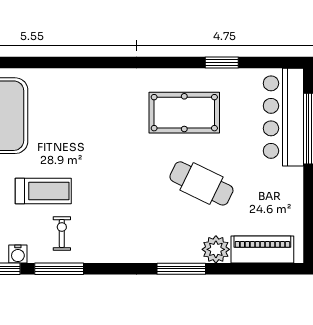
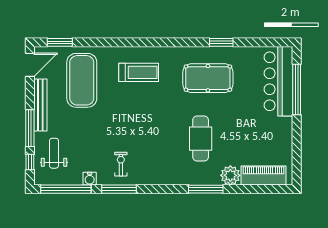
window: (222, 63) -> (221, 42), moved
cafe table: (201, 183) -> (201, 139), moved, turned 64
treadmill: (43, 191) -> (139, 72), moved

